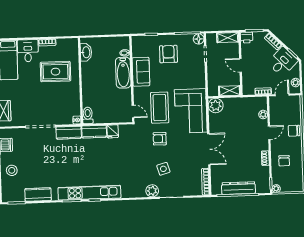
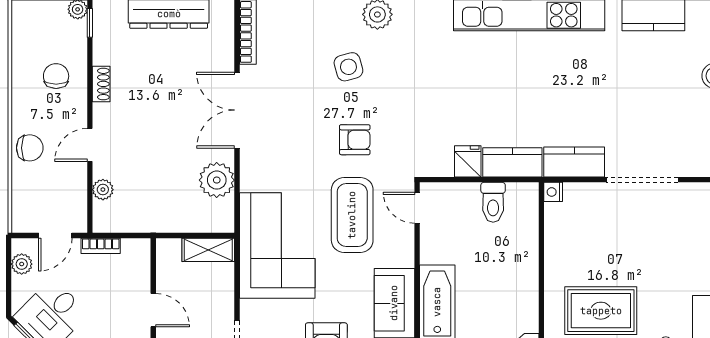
shelving: (230, 91) -> (208, 250), moved
plant: (216, 106) -> (217, 180), moved
corner sofa: (191, 111) -> (277, 246), moved
toilet: (88, 115) -> (493, 202), moved

